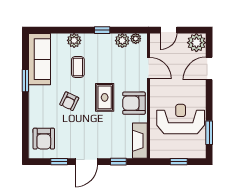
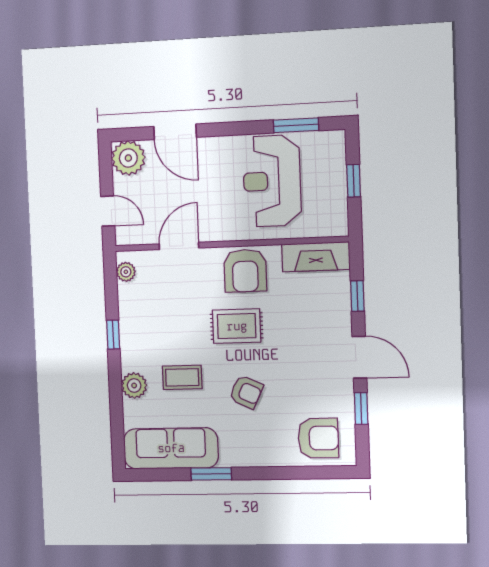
plant: (122, 41) -> (130, 297), removed

